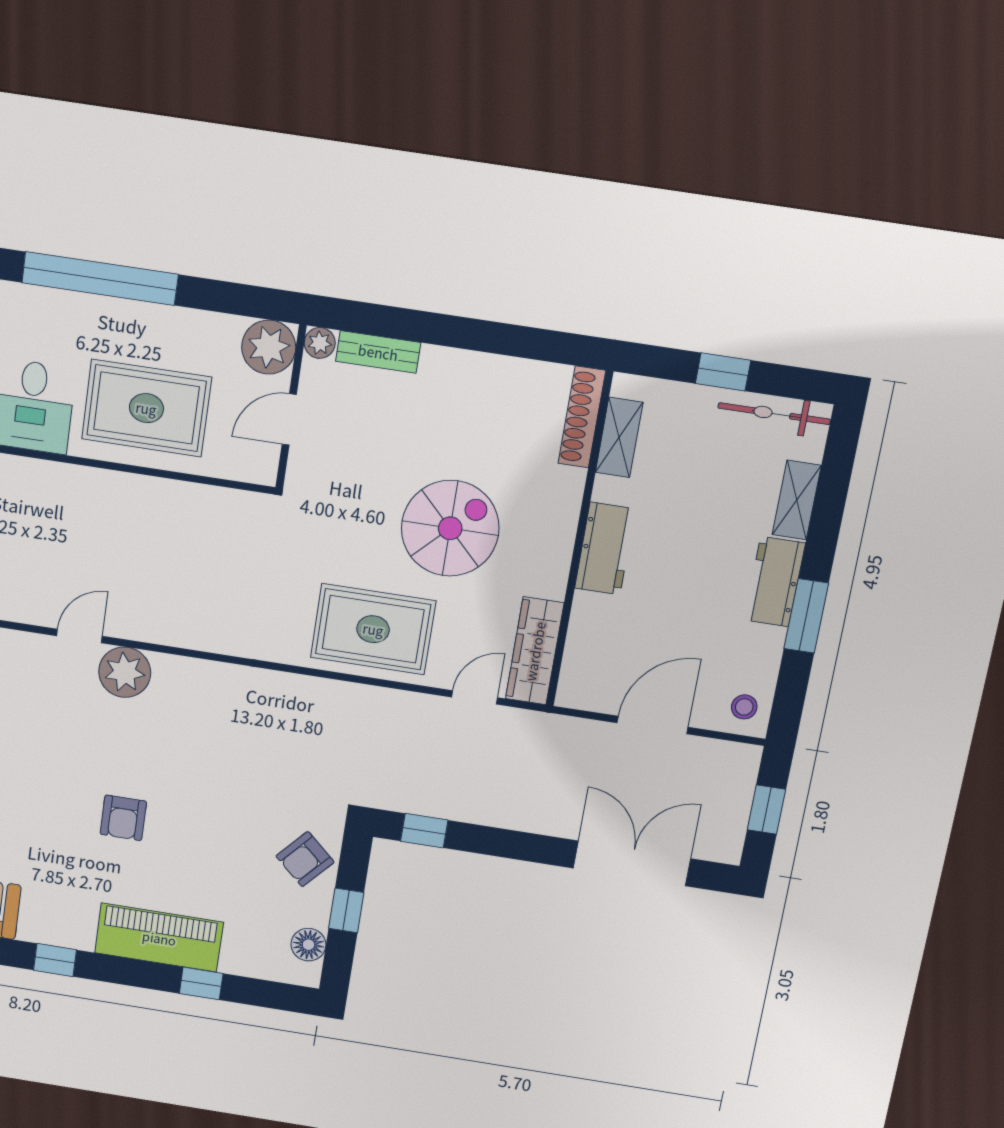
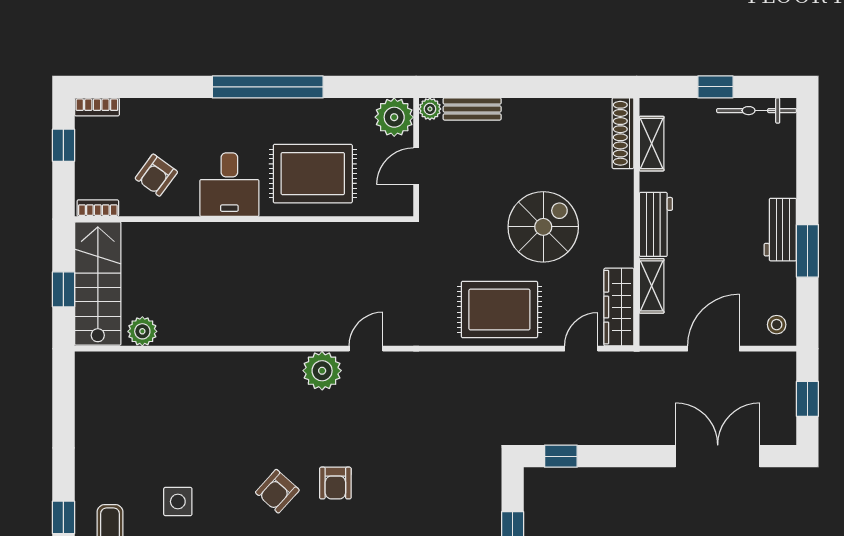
shelving: (797, 500) -> (652, 286), moved
door: (79, 636) -> (366, 349), moved
armchair: (305, 859) -> (277, 491), moved

